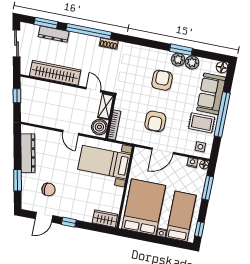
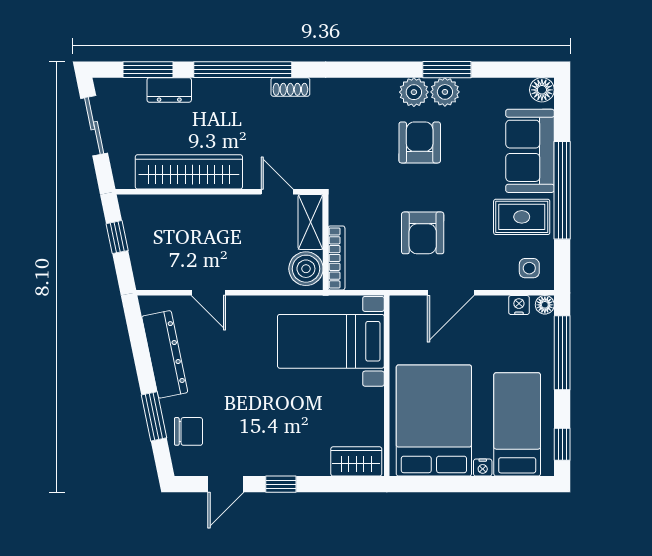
dresser: (54, 34) -> (169, 90), width x0.70
plant: (192, 62) -> (414, 92), moved
door: (71, 133) -> (208, 293), moved
window: (208, 188) -> (562, 353), width x1.44
chair: (49, 189) -> (188, 431), moved

